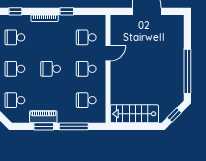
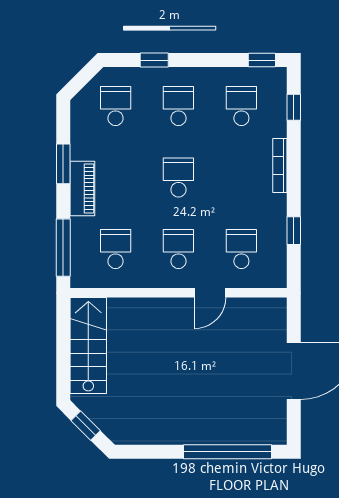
window: (67, 11) -> (294, 231), moved
door: (108, 53) -> (210, 293), hinge flipped
window: (187, 71) -> (227, 452), moved
piano: (43, 117) -> (82, 188), moved
window: (74, 126) -> (63, 248), moved

